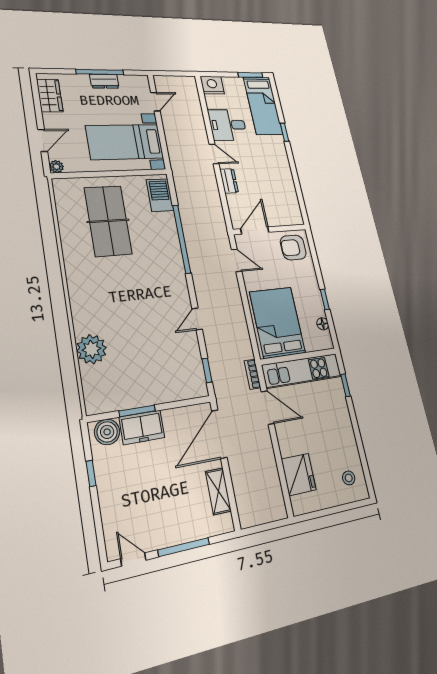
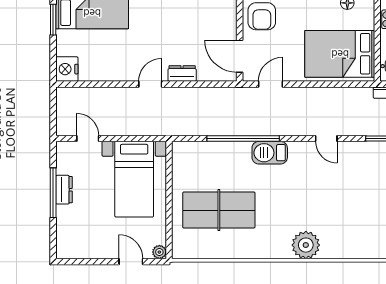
wardrobe: (50, 95) -> (81, 248), removed
desk: (228, 125) -> (116, 61), removed
barbecue: (160, 195) -> (270, 153), moved
plant: (92, 349) -> (306, 245), moved

